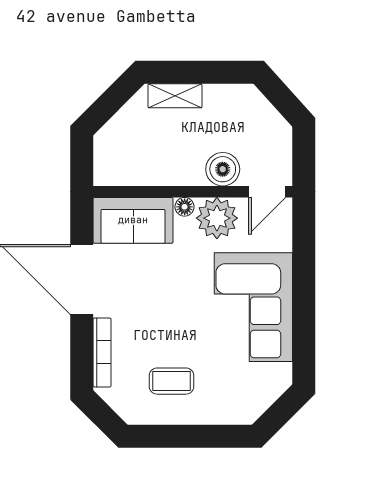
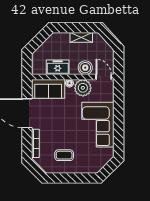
shelving: (175, 96) -> (81, 37), moved
freezer: (156, 168) -> (58, 67), added
door: (267, 192) -> (104, 77), swing flipped

